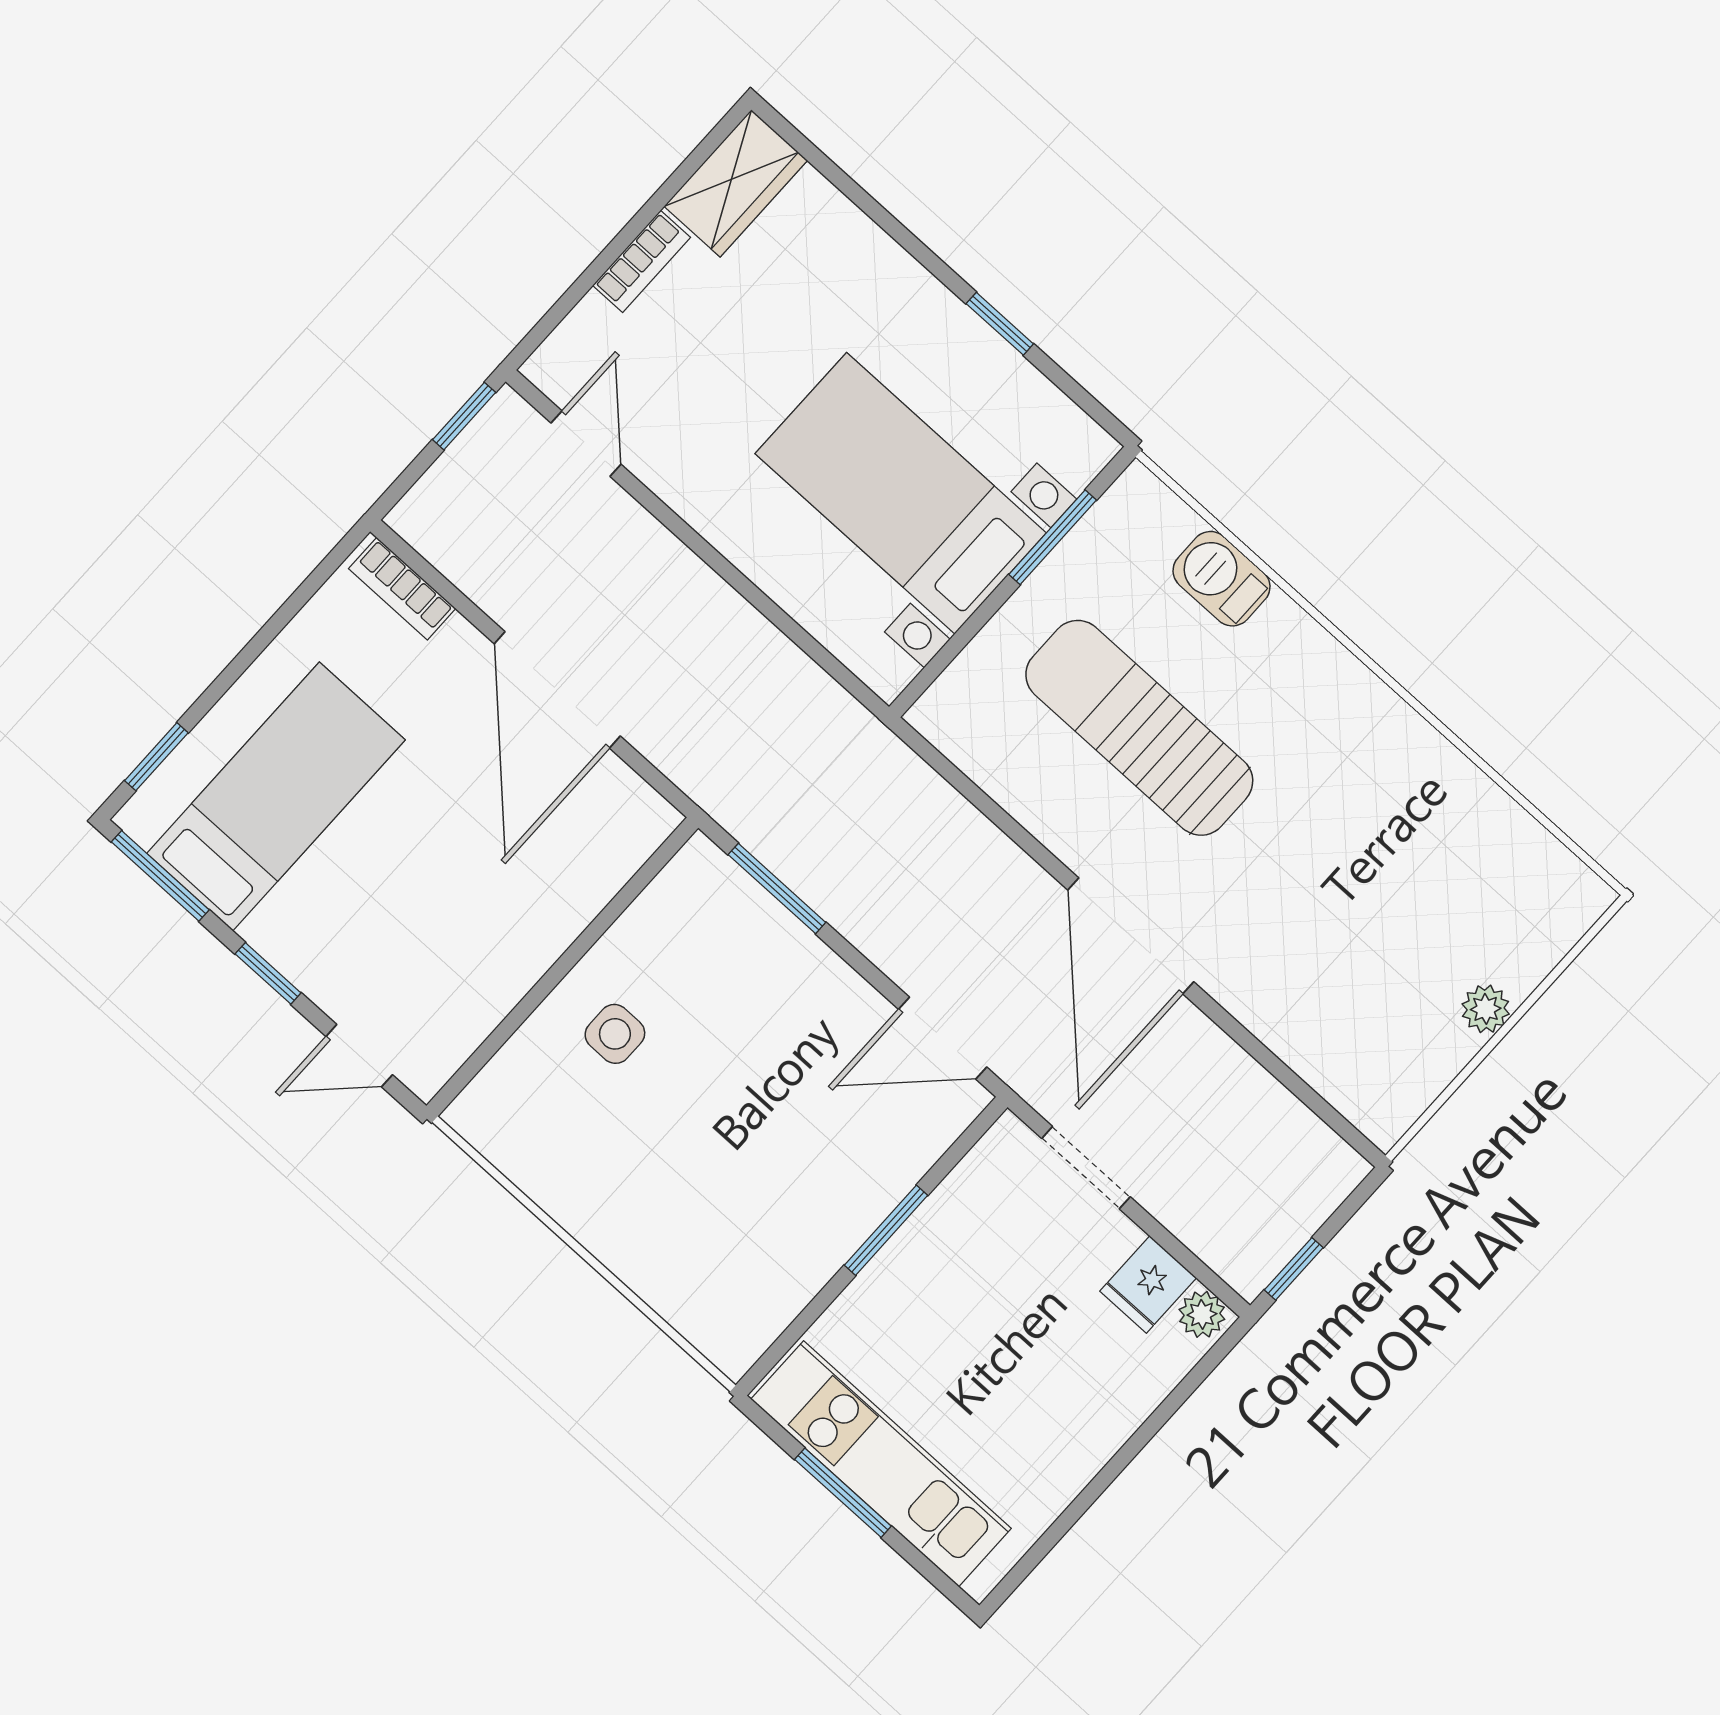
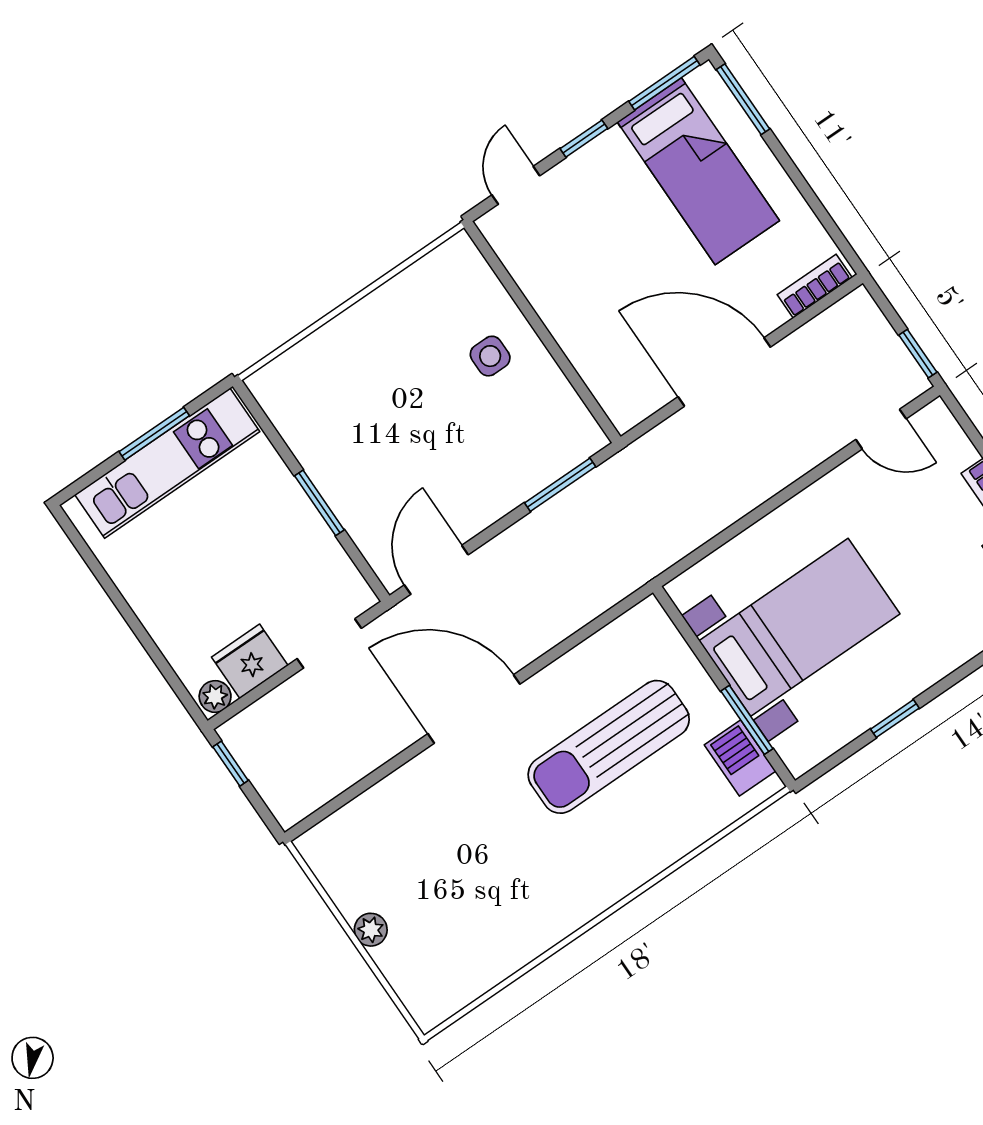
barbecue: (1222, 579) -> (740, 758), moved, turned -90
sun lounger: (1139, 728) -> (609, 747), turned 180
window: (156, 757) -> (743, 99), width x1.50
fridge: (1148, 1285) -> (250, 661), width x1.38

